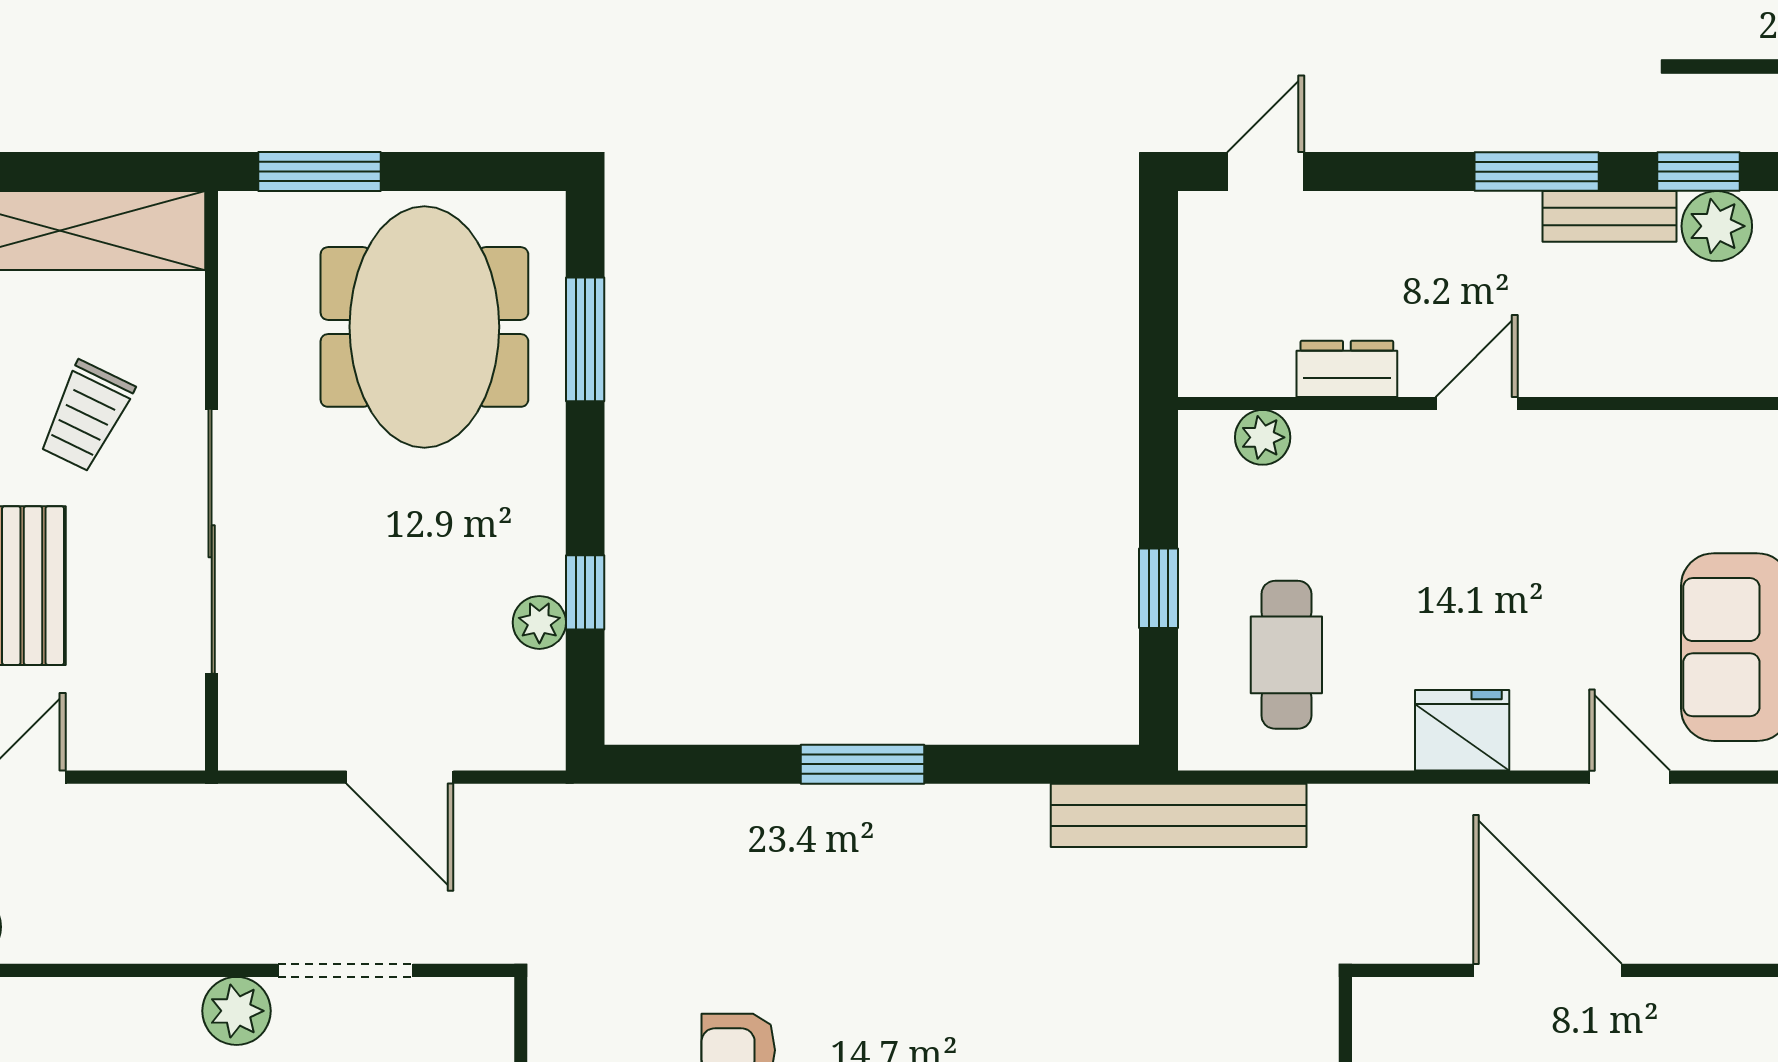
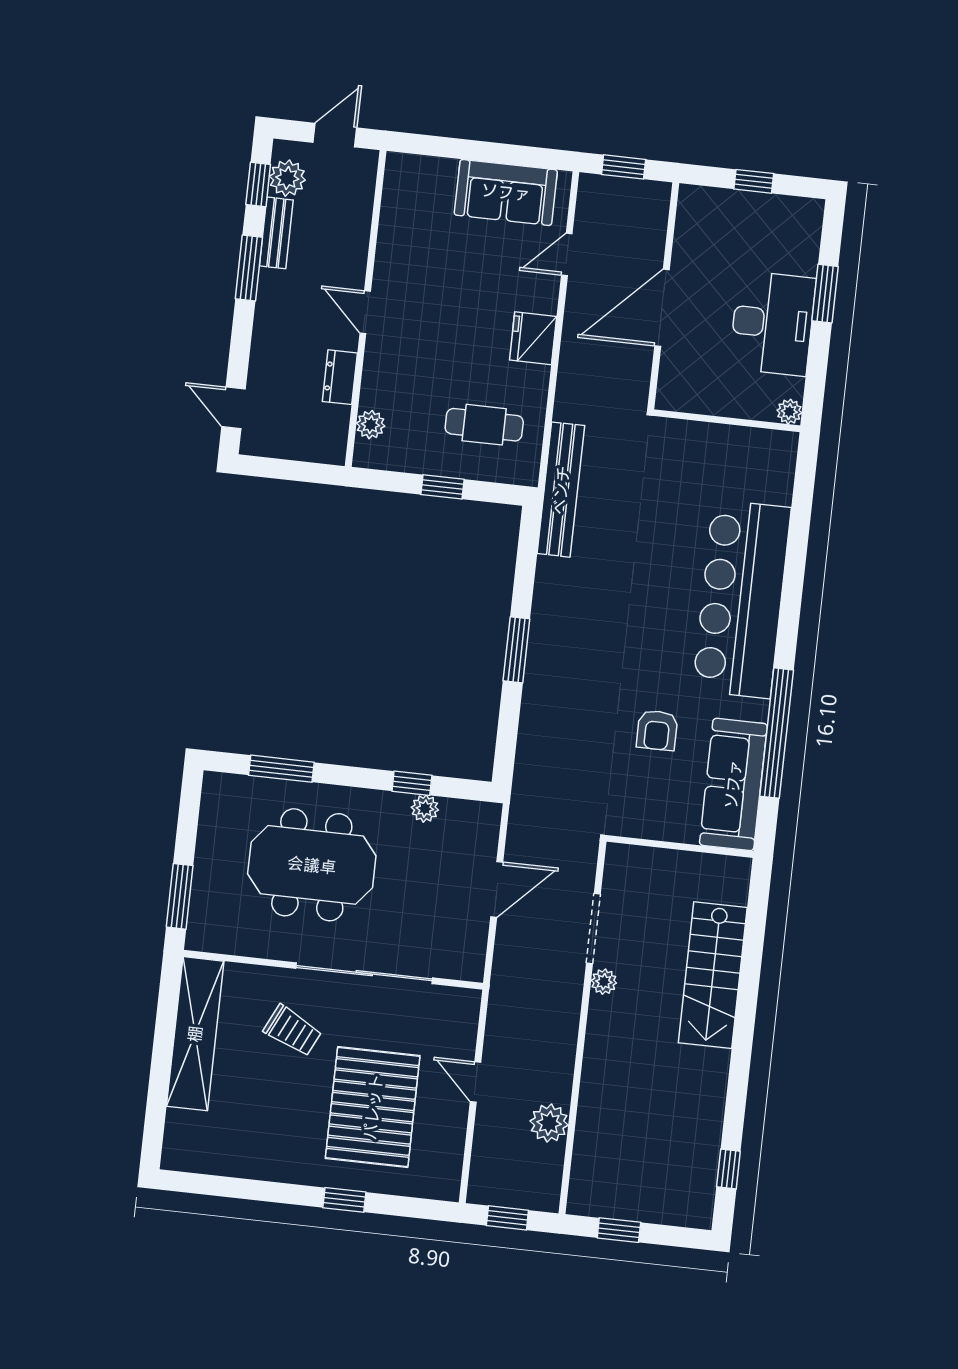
meeting table: (424, 327) -> (312, 865), moved
plant: (237, 1011) -> (604, 982), width x0.73, depth x0.73

